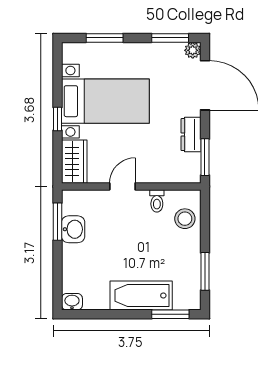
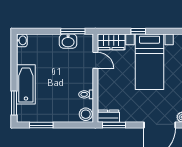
dresser: (191, 135) -> (108, 116), moved
door: (122, 186) -> (95, 60), moved
stool: (185, 219) -> (86, 114), moved

